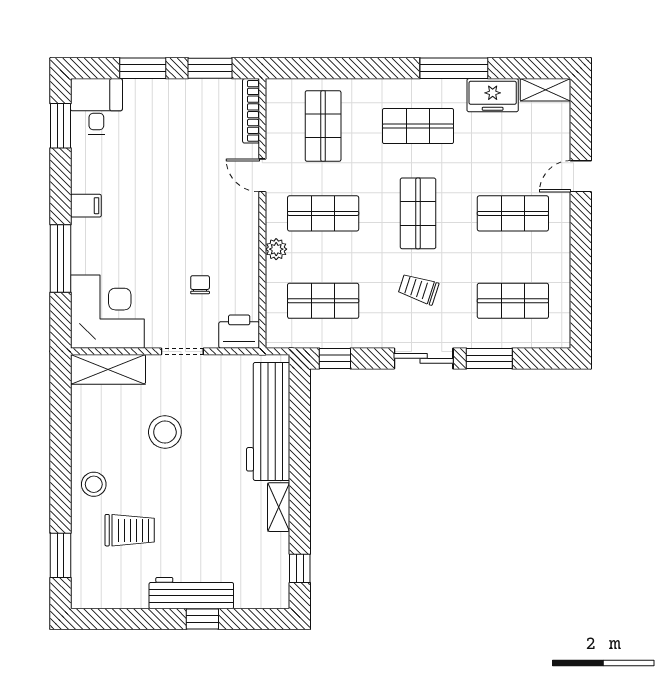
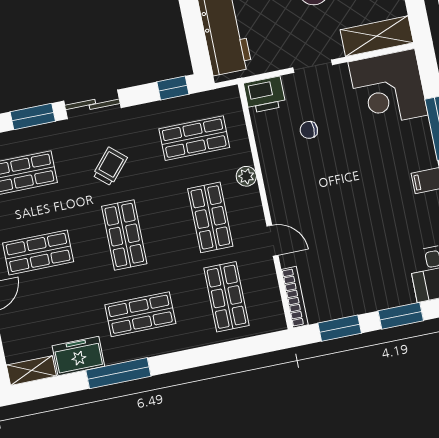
shop shelf: (323, 213) -> (210, 217), turned 90
chair: (200, 285) -> (309, 130), turned 90
trolley: (418, 289) -> (110, 166), turned -67

